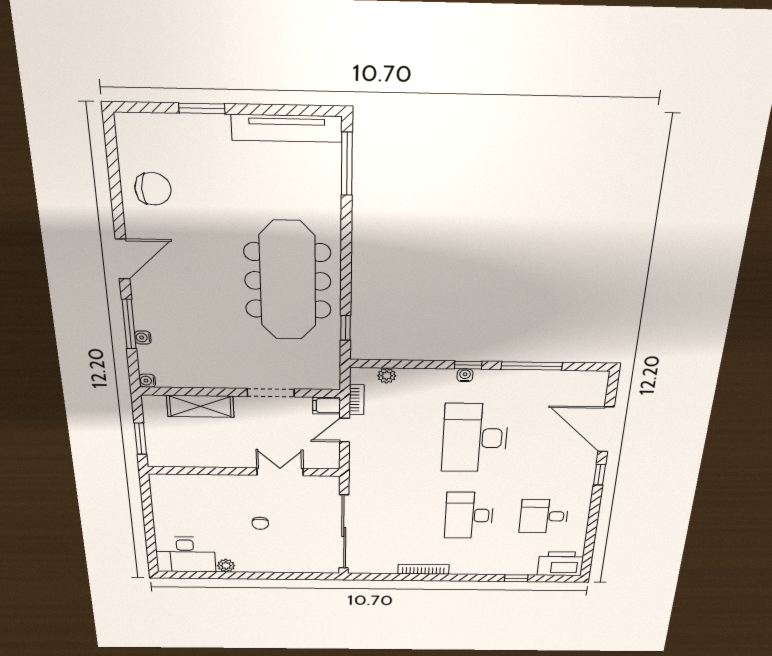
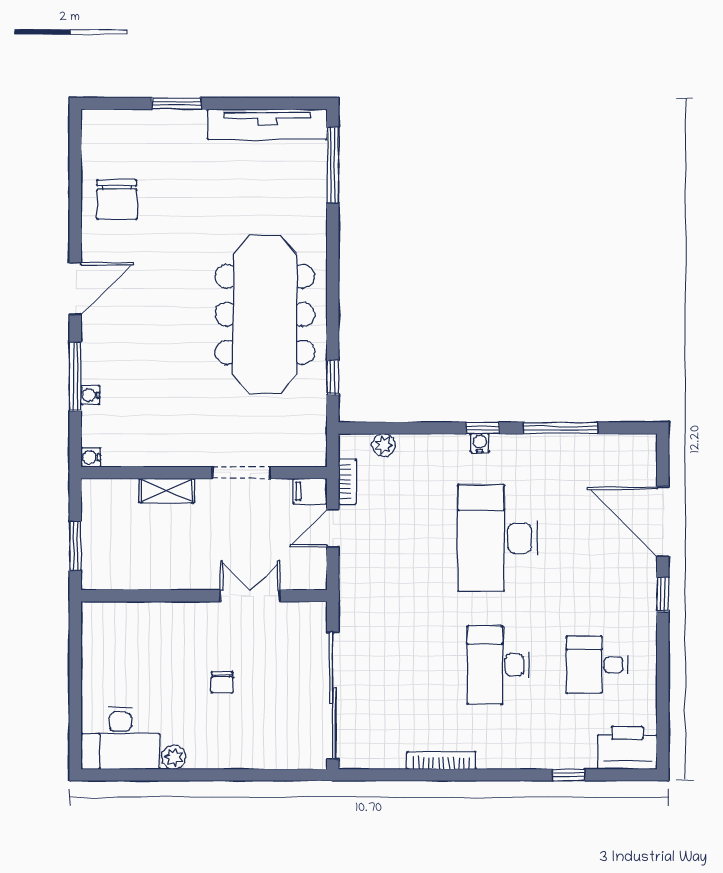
chair: (153, 189) -> (117, 199), turned 90
shelving: (200, 406) -> (167, 491), width x0.67, depth x0.75

